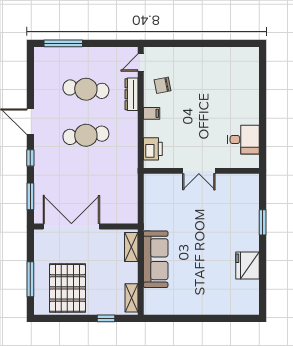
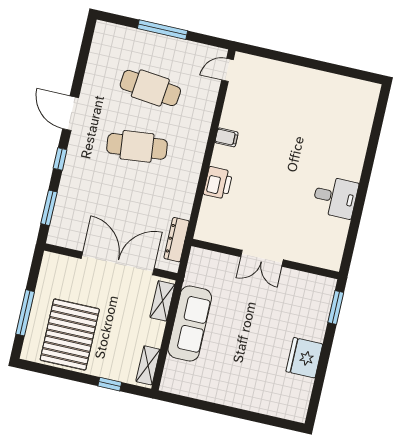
window: (63, 43) -> (162, 30), moved
chair: (162, 85) -> (248, 105), removed
dresser: (131, 94) -> (177, 240), moved
double door: (199, 171) -> (262, 258), moved
wall: (201, 171) -> (265, 259), moved
double door: (71, 226) -> (118, 263), moved

